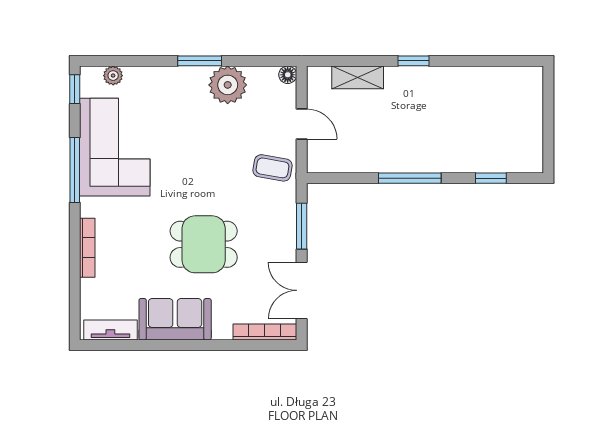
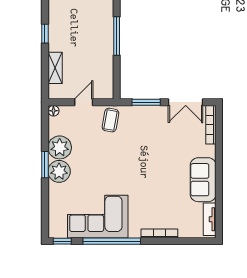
plant: (113, 76) -> (59, 171), moved, width x1.88, depth x1.88
window: (75, 170) -> (112, 241), width x1.46
dining table: (204, 244) -> (157, 162), removed

